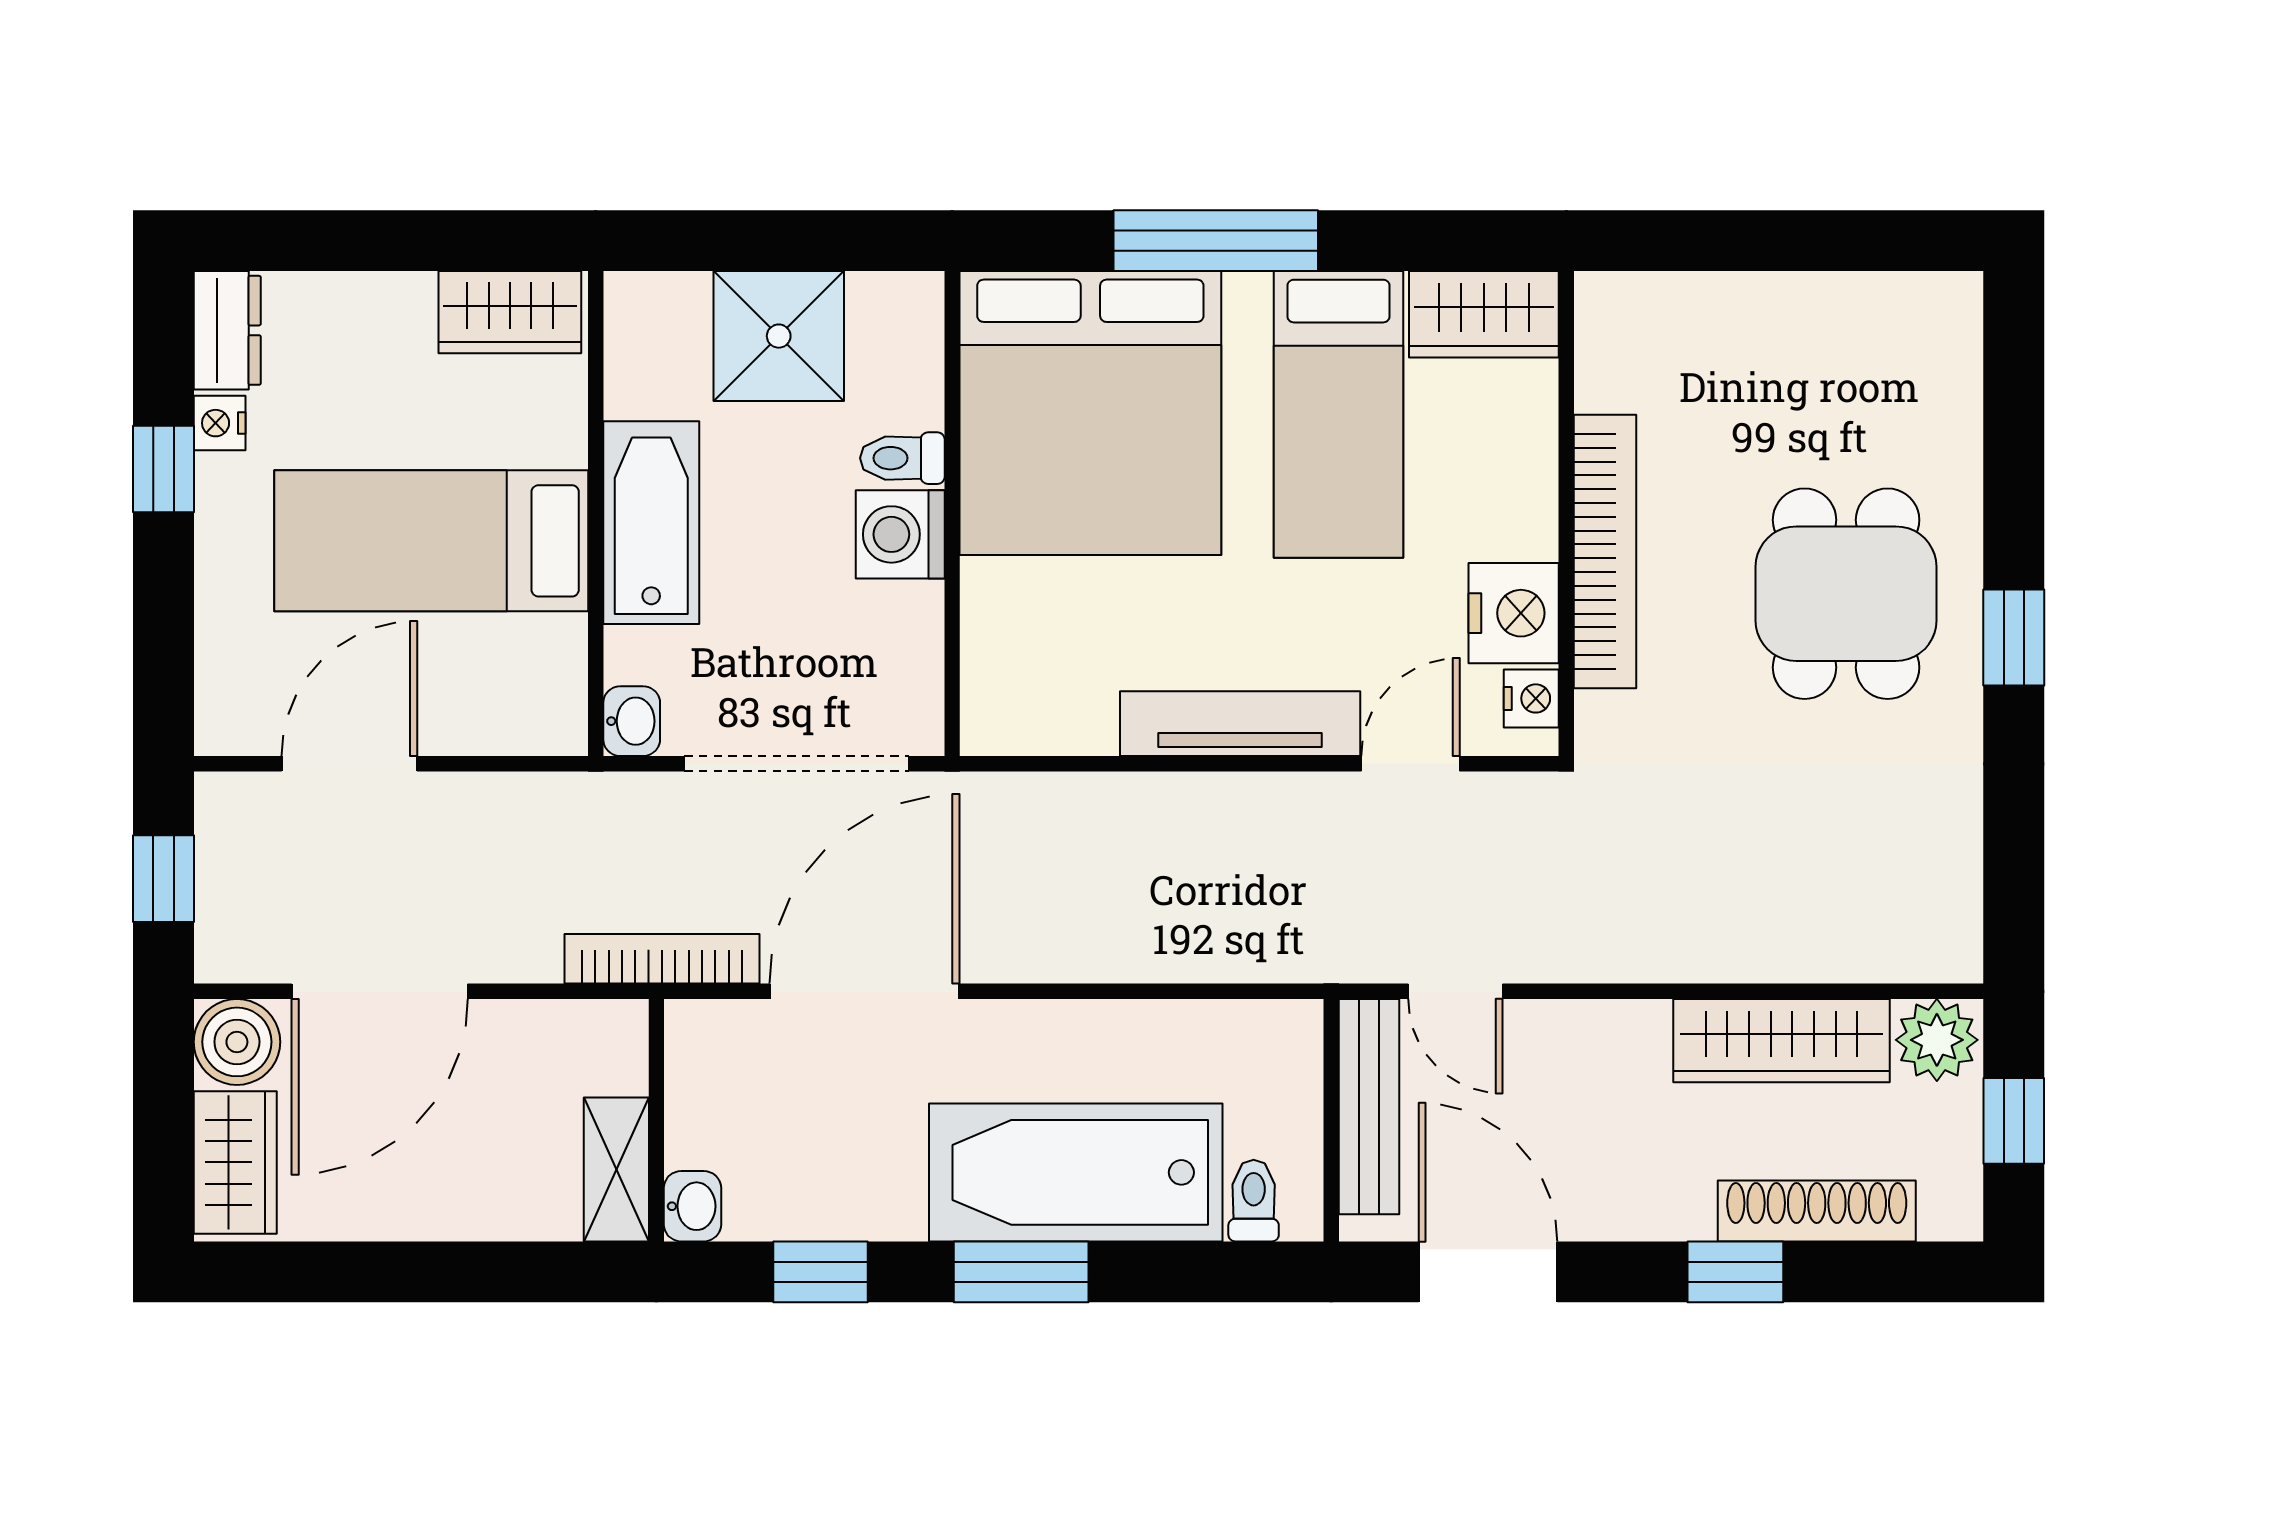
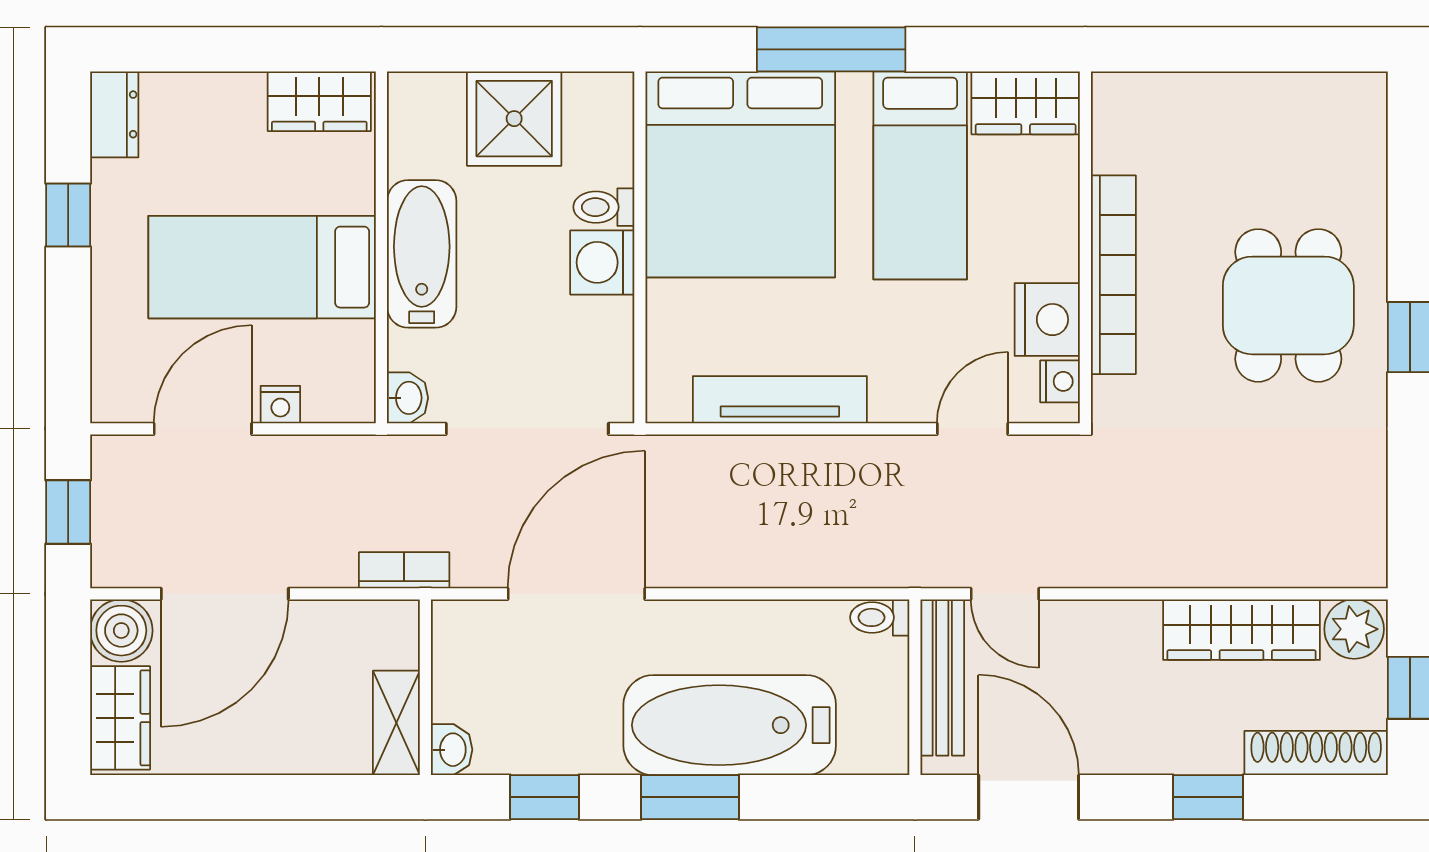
nightstand: (220, 423) -> (280, 405), moved, turned -90
tv unit: (1240, 724) -> (780, 400), moved
bookcase: (662, 959) -> (404, 570), width x0.64
toilet: (1254, 1201) -> (880, 617), moved, turned -90
shoe rack: (1817, 1211) -> (1316, 753), moved

